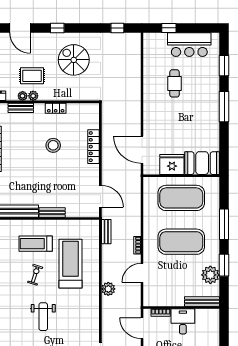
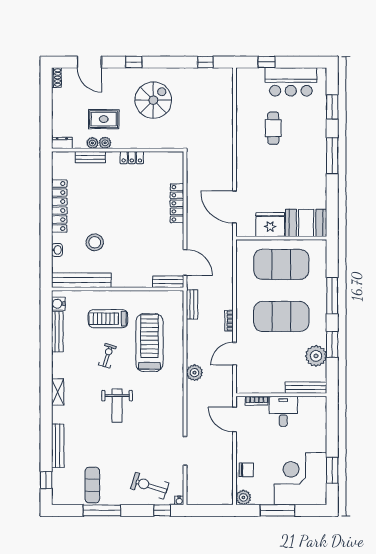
spiral stairs: (74, 60) -> (153, 100), turned 90
stool: (53, 145) -> (95, 242), moved
bench: (52, 212) -> (168, 282), moved

